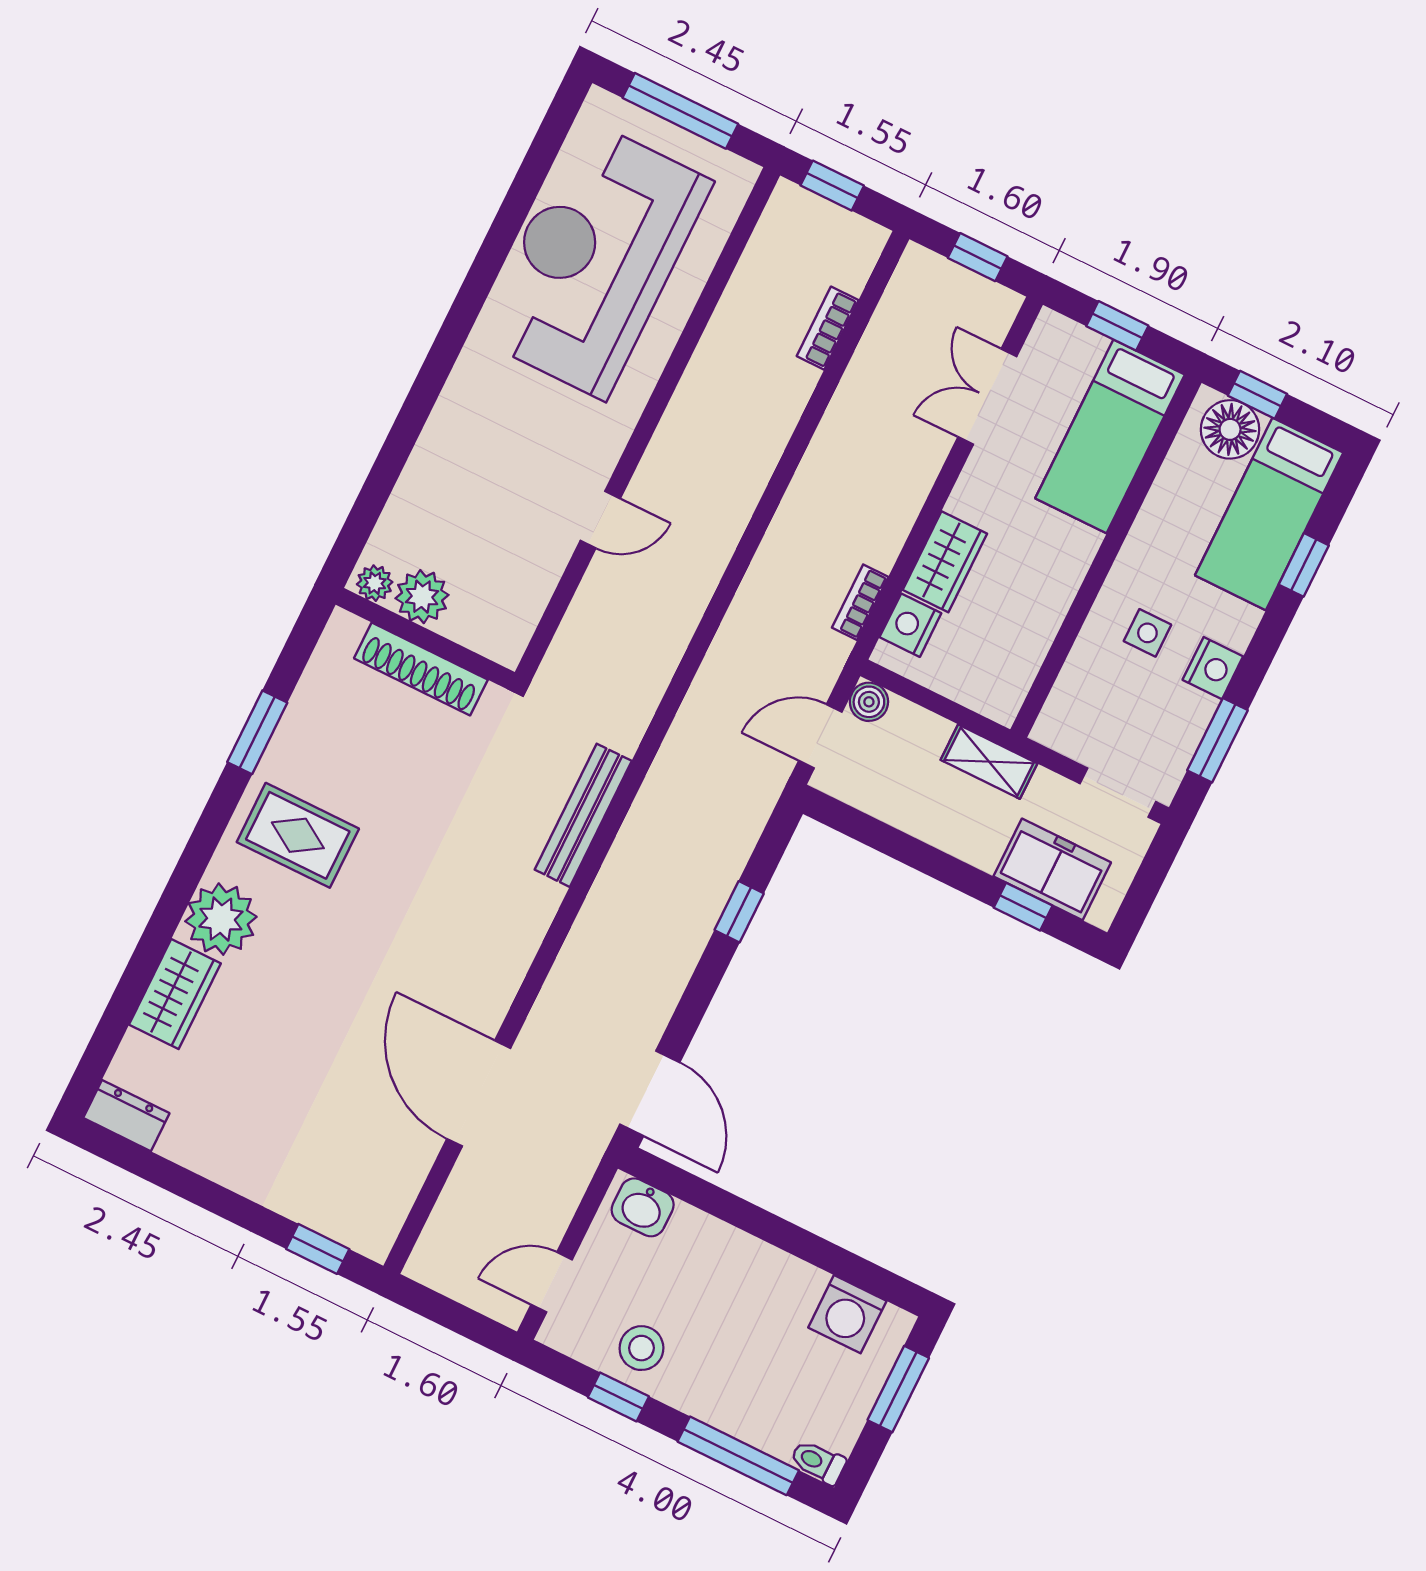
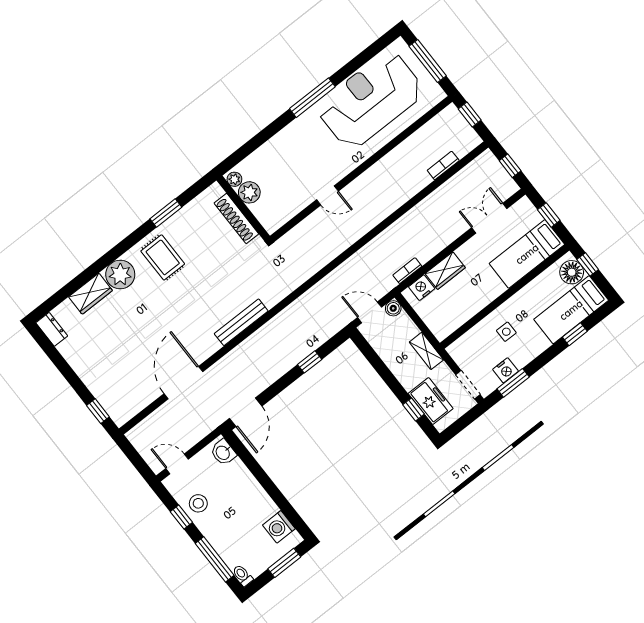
window: (462, 317) -> (312, 98), added
nightstand: (1213, 668) -> (506, 370), moved
bench: (583, 815) -> (241, 322), moved

